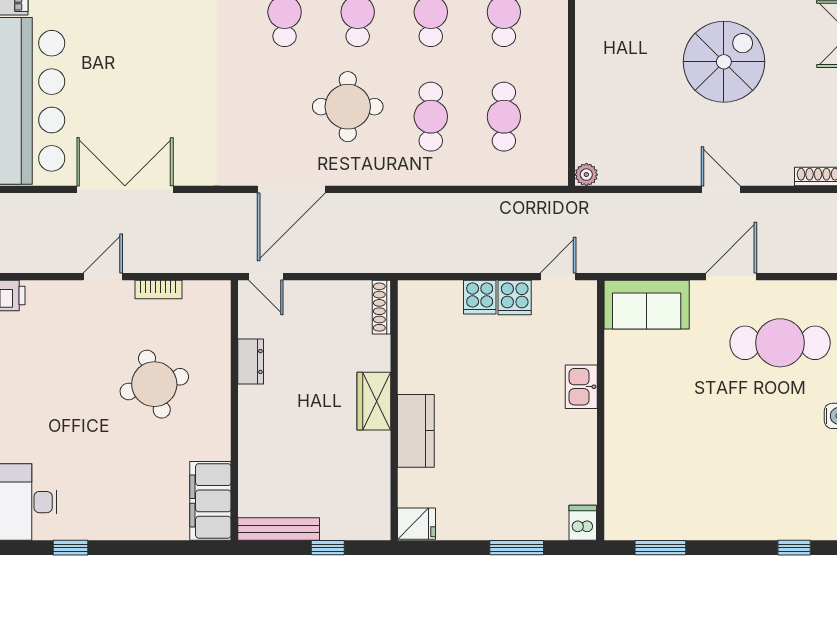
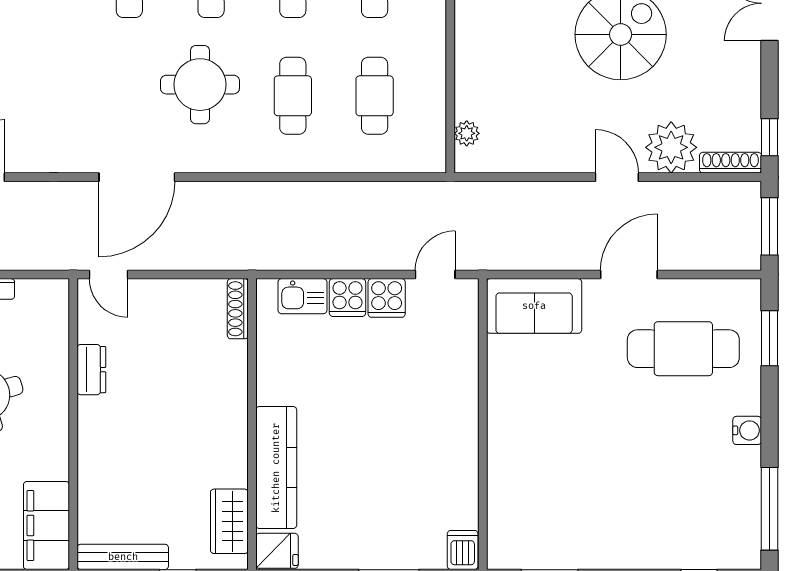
plant: (769, 163) -> (671, 147), added
plant: (586, 175) -> (467, 133), moved
kitchen sink: (581, 387) -> (302, 296), moved, turned -90
wardrobe: (374, 401) -> (229, 521), moved
kitchen counter: (416, 431) -> (276, 468), width x1.50

